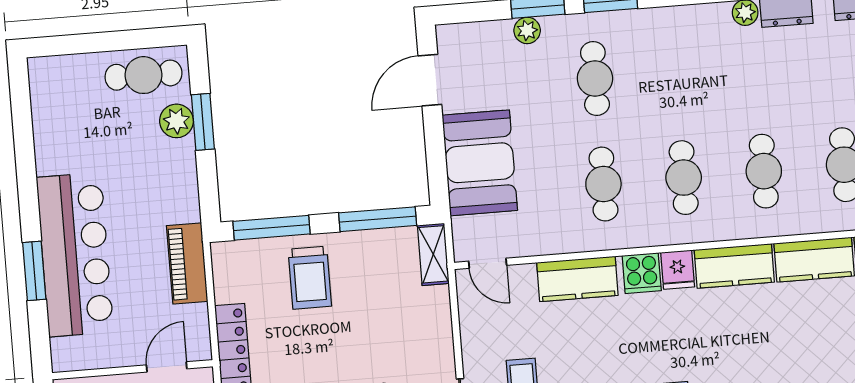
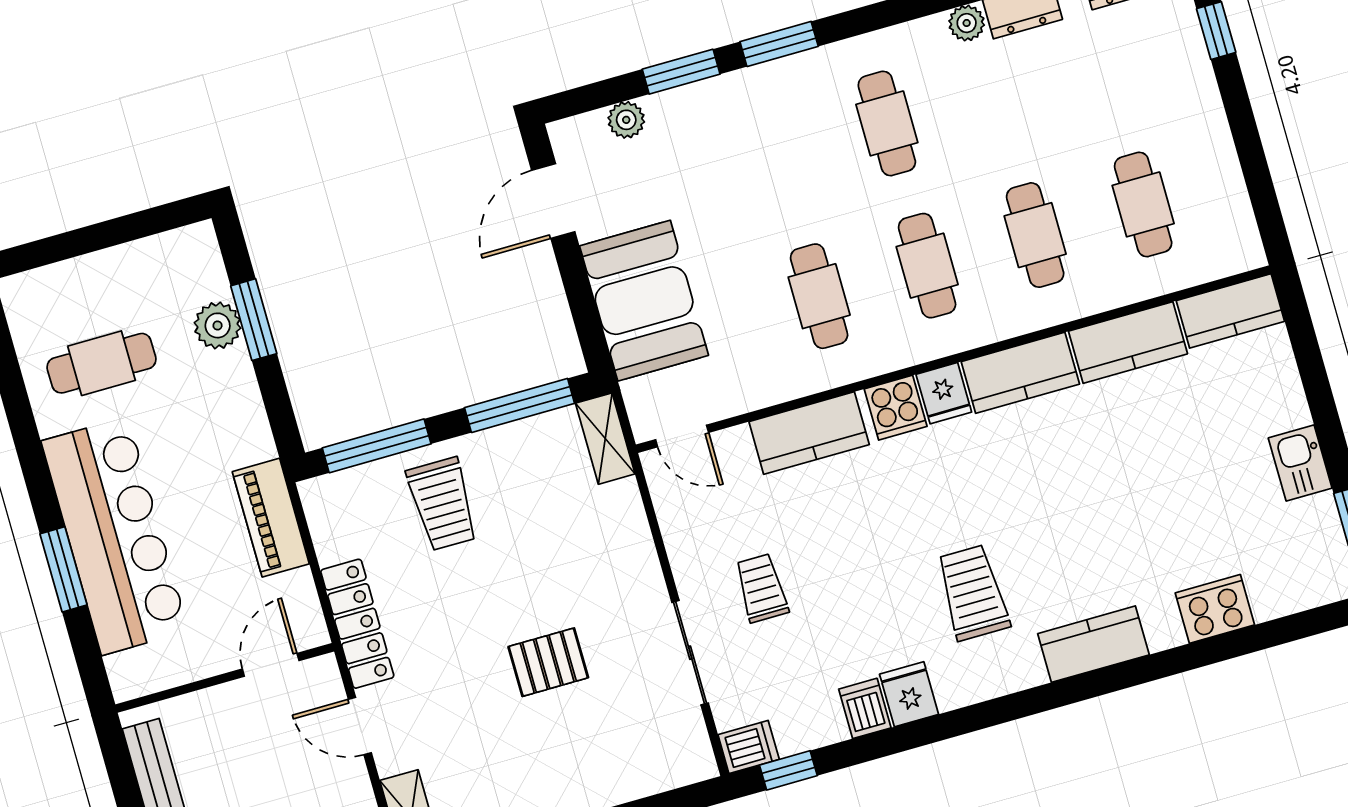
plant: (527, 30) -> (626, 120), moved
cafe table: (143, 75) -> (101, 363), moved
cafe table: (595, 79) -> (887, 123), moved

